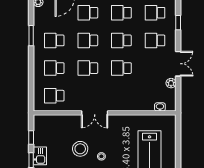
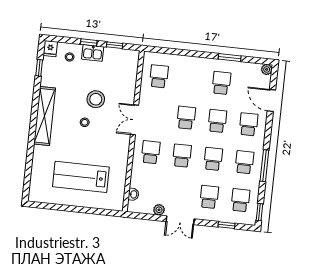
school desk: (54, 68) -> (151, 152), moved

